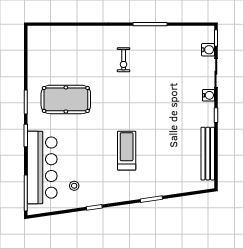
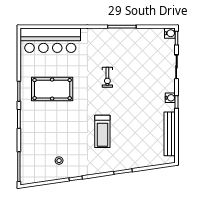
water cooler: (208, 50) -> (170, 33), moved
exercise bike: (124, 60) -> (107, 77), moved
water cooler: (208, 95) -> (170, 98), moved
treadmill: (127, 151) -> (102, 131), turned 180
bar counter: (42, 168) -> (50, 40), moved, turned 90

